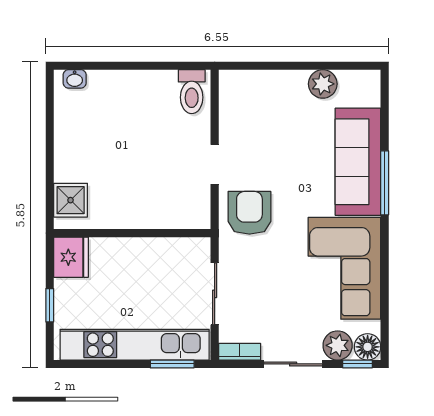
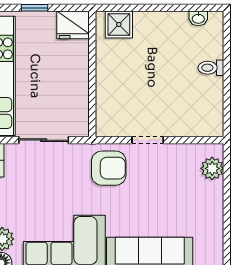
washbasin: (75, 79) -> (198, 18), moved, turned -90
plant: (323, 84) -> (212, 168), moved
toilet: (192, 92) -> (211, 68), moved, width x0.73, depth x0.72

